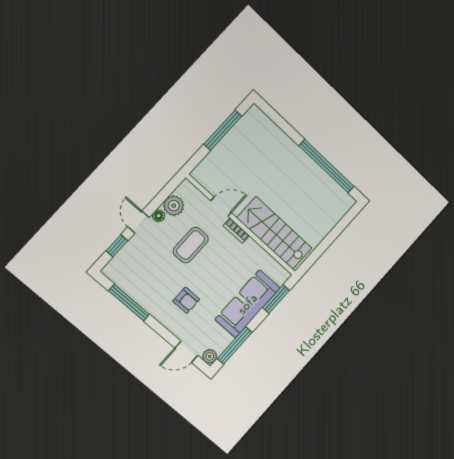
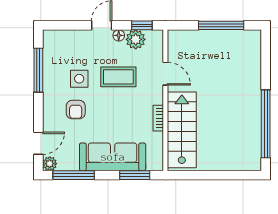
bookcase: (236, 231) -> (158, 118), moved
window: (117, 246) -> (142, 25), moved
side table: (165, 277) -> (79, 79), added
door: (186, 352) -> (38, 143), swing flipped

